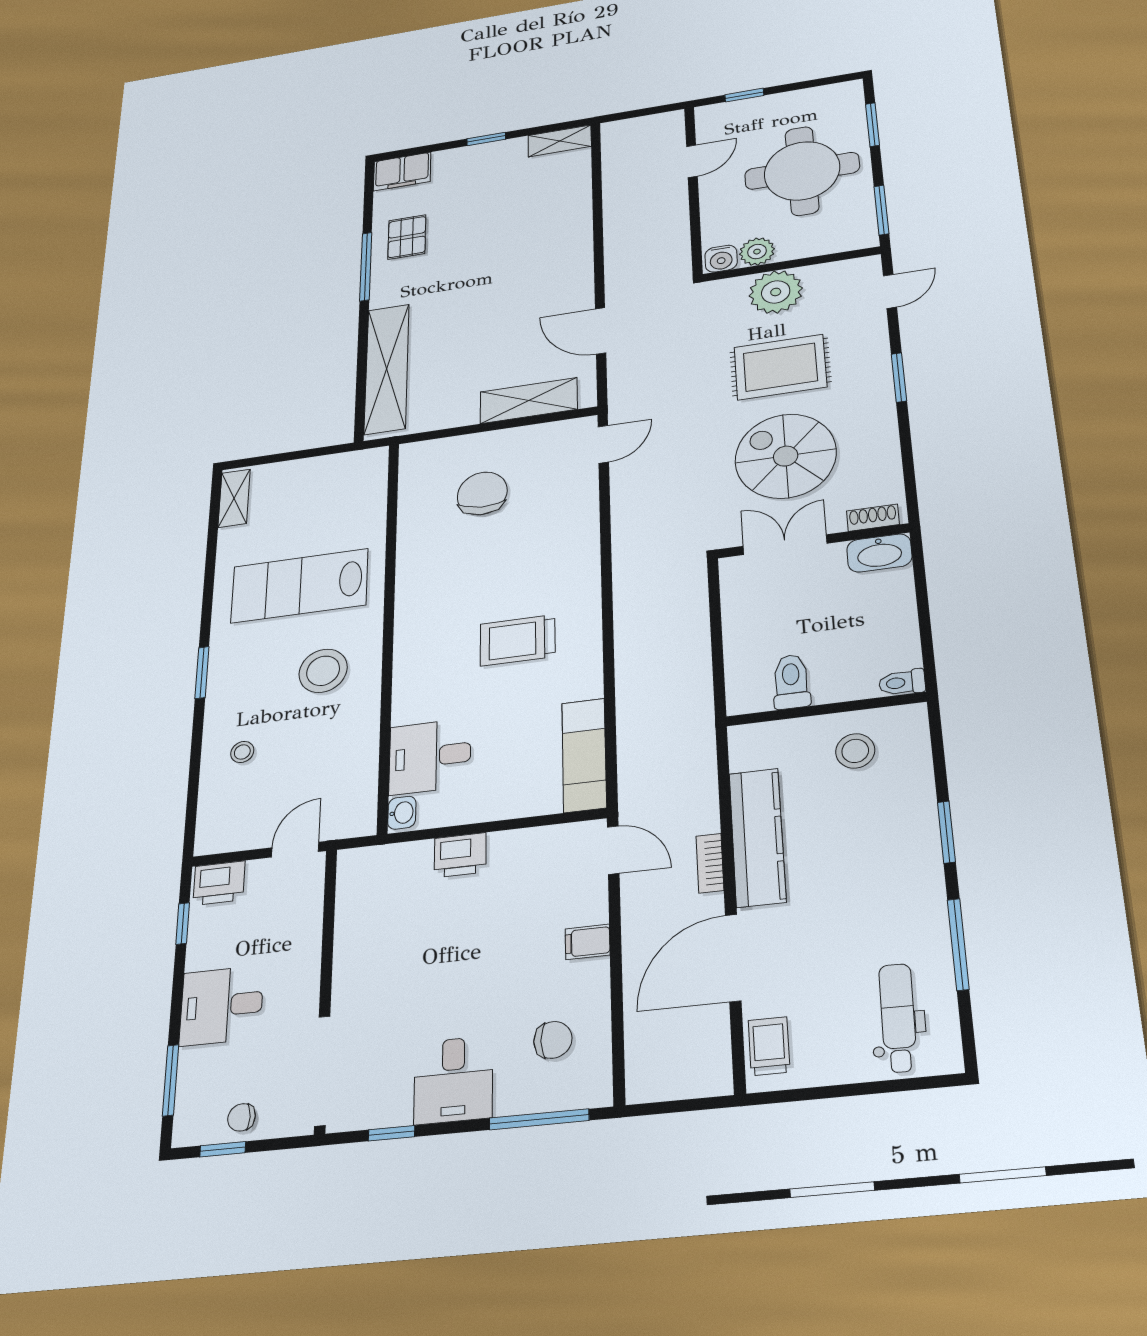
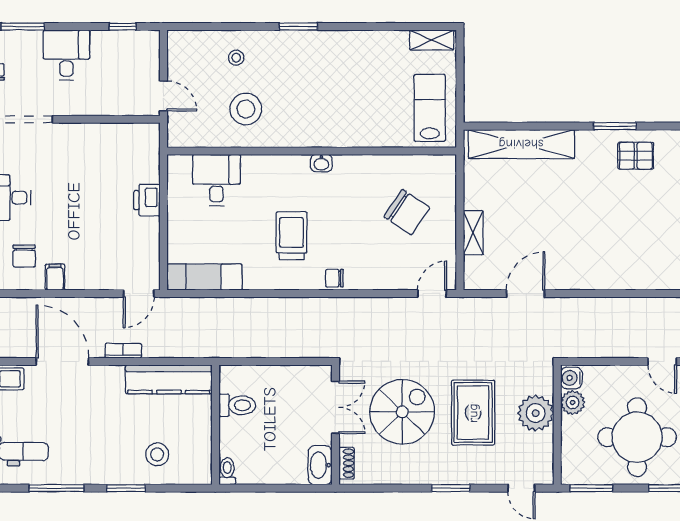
window: (366, 266) -> (615, 126), width x0.69
shelving: (529, 401) -> (473, 233), width x0.67, depth x0.75
door: (603, 444) -> (432, 294), swing flipped
chair: (482, 493) -> (407, 212), turned 31
chair: (583, 574) -> (334, 278), added
lab bench: (299, 586) -> (430, 108), moved, width x0.73, depth x0.72
stool: (323, 671) -> (246, 109), moved
stool: (855, 751) -> (157, 454), moved
washbasin: (402, 813) -> (321, 163), moved
kitchen counter: (757, 837) -> (169, 379), moved
printer: (219, 883) -> (147, 48), removed
filing cabinet: (588, 942) -> (55, 277), moved

